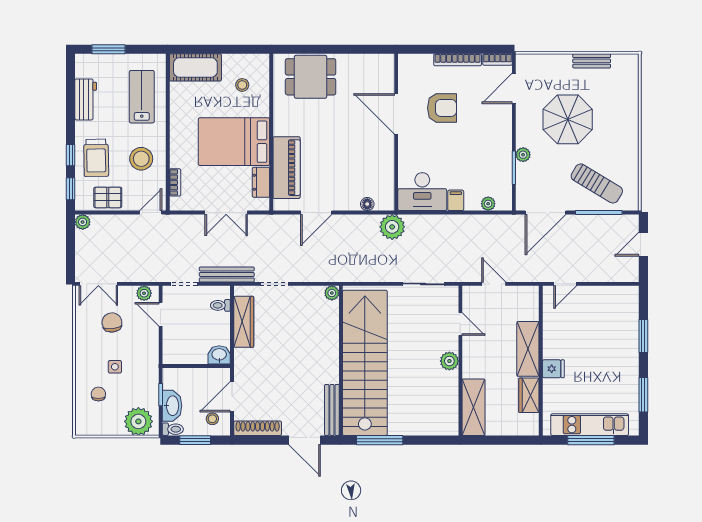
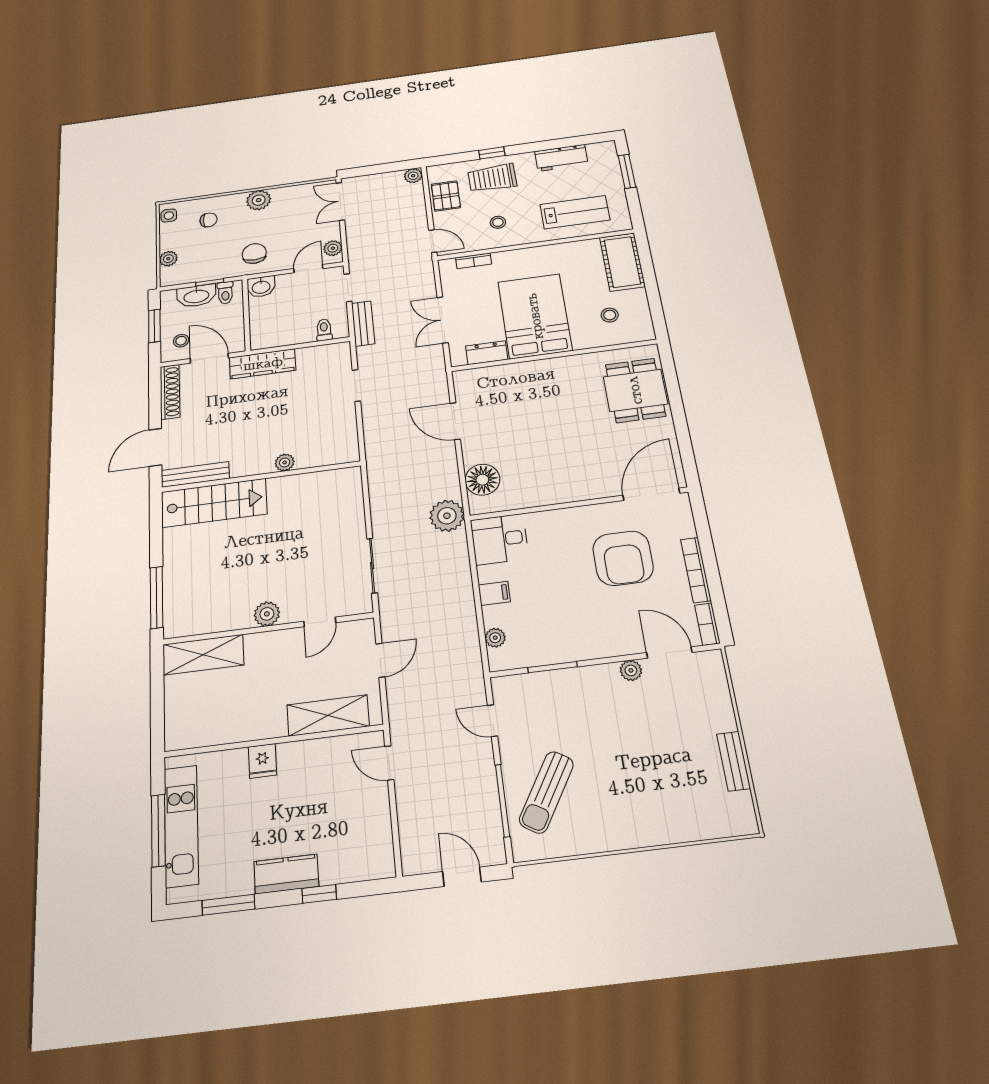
armchair: (442, 108) -> (623, 558), width x1.36, depth x1.36
door: (396, 114) -> (651, 494), moved
parasol: (568, 119) -> (637, 736), removed
plant: (523, 155) -> (631, 670), moved
stool: (141, 159) -> (498, 222), width x0.53, depth x0.53
piano: (287, 168) -> (510, 379), removed
window: (71, 189) -> (452, 159), removed
desk: (422, 192) -> (499, 539), width x0.73
floor lamp: (367, 204) -> (482, 480), width x1.89, depth x1.89
door: (546, 213) -> (493, 721), width x0.53
bench: (227, 274) -> (363, 323), width x0.73
plant: (332, 293) -> (285, 462), moved
chair: (112, 322) -> (254, 254), moved, turned -84
wardrobe: (244, 322) -> (263, 364), moved
window: (643, 336) -> (319, 894), width x0.67
shelving: (528, 349) -> (328, 715), moved
plant: (85, 351) -> (259, 200), added
washbasin: (219, 355) -> (261, 287), moved, turned 90
kitchen counter: (629, 356) -> (286, 874), added
stairs: (365, 363) -> (214, 503), width x0.54, depth x0.66
side table: (115, 367) -> (169, 216), moved
wardrobe: (529, 395) -> (222, 730), removed
plant: (138, 421) -> (168, 259), width x0.53, depth x0.53
toilet: (173, 429) -> (225, 293), moved
window: (380, 440) -> (156, 597), moved

